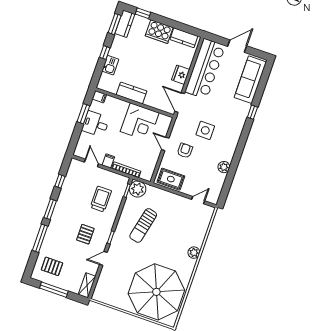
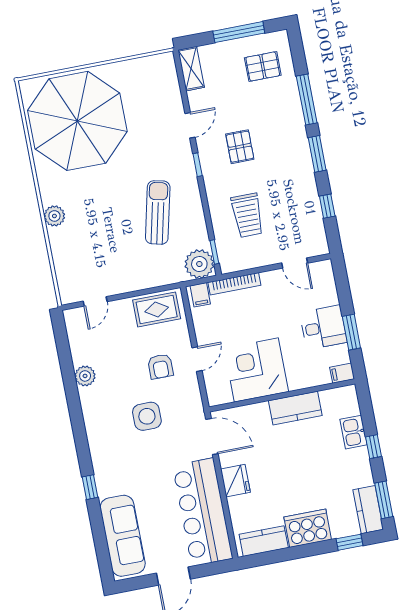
door: (165, 144) -> (197, 359), hinge flipped
filing cabinet: (108, 161) -> (200, 295), moved

